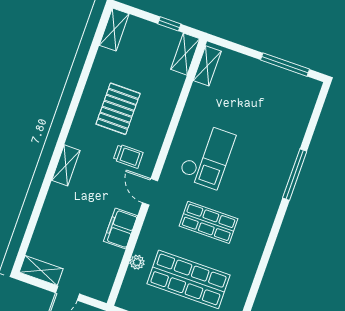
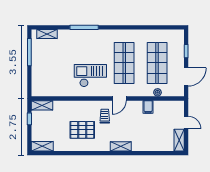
shelving: (207, 66) -> (47, 34), moved
shop shelf: (209, 222) -> (124, 63), width x1.43, depth x1.36
filing cabinet: (121, 229) -> (148, 107), width x0.50

